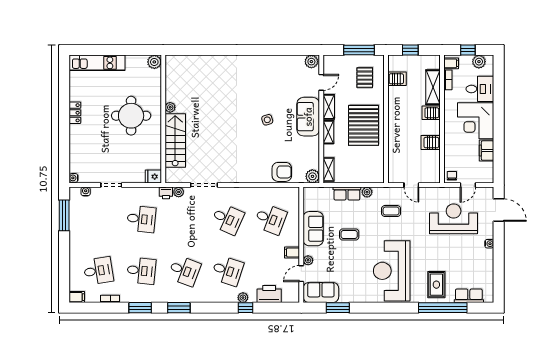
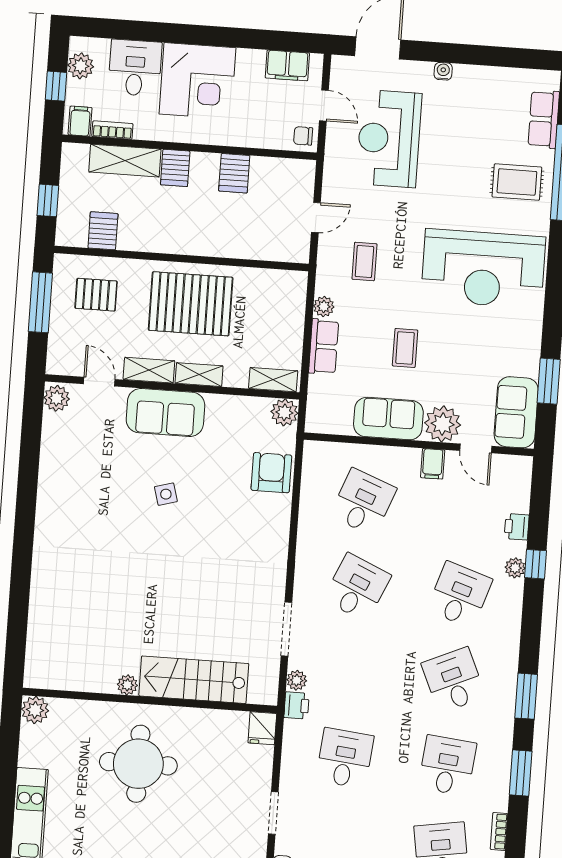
filing cabinet: (487, 151) -> (287, 65), moved
plant: (308, 260) -> (443, 424), width x1.87, depth x1.87
desk: (184, 271) -> (453, 680), turned -45
printer: (269, 294) -> (517, 527), width x0.53, depth x0.68

